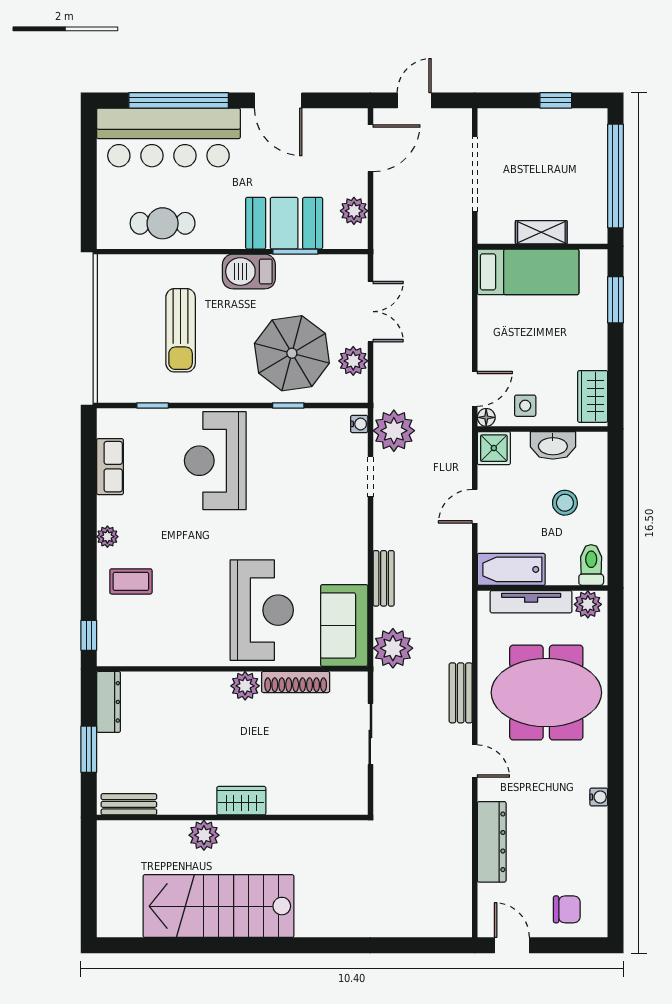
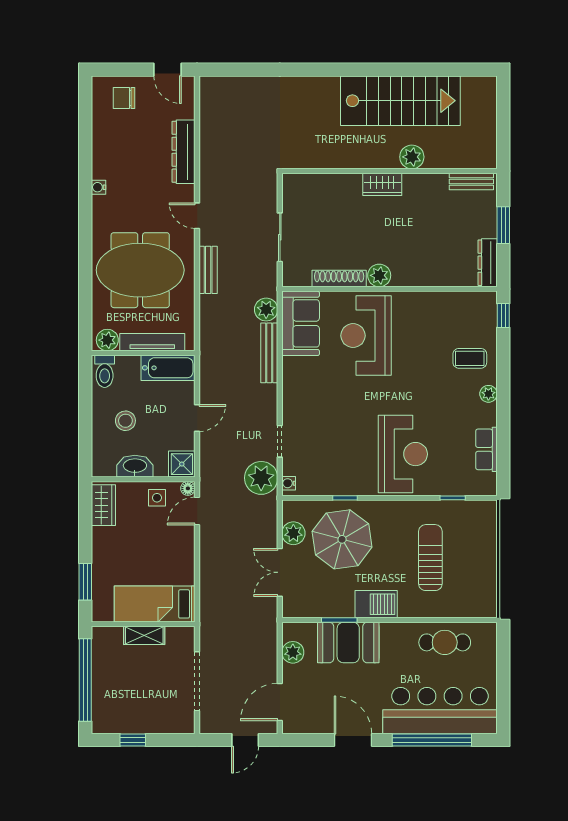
bench: (384, 578) -> (269, 353), width x1.36
plant: (393, 648) -> (266, 310), width x0.73, depth x0.73

